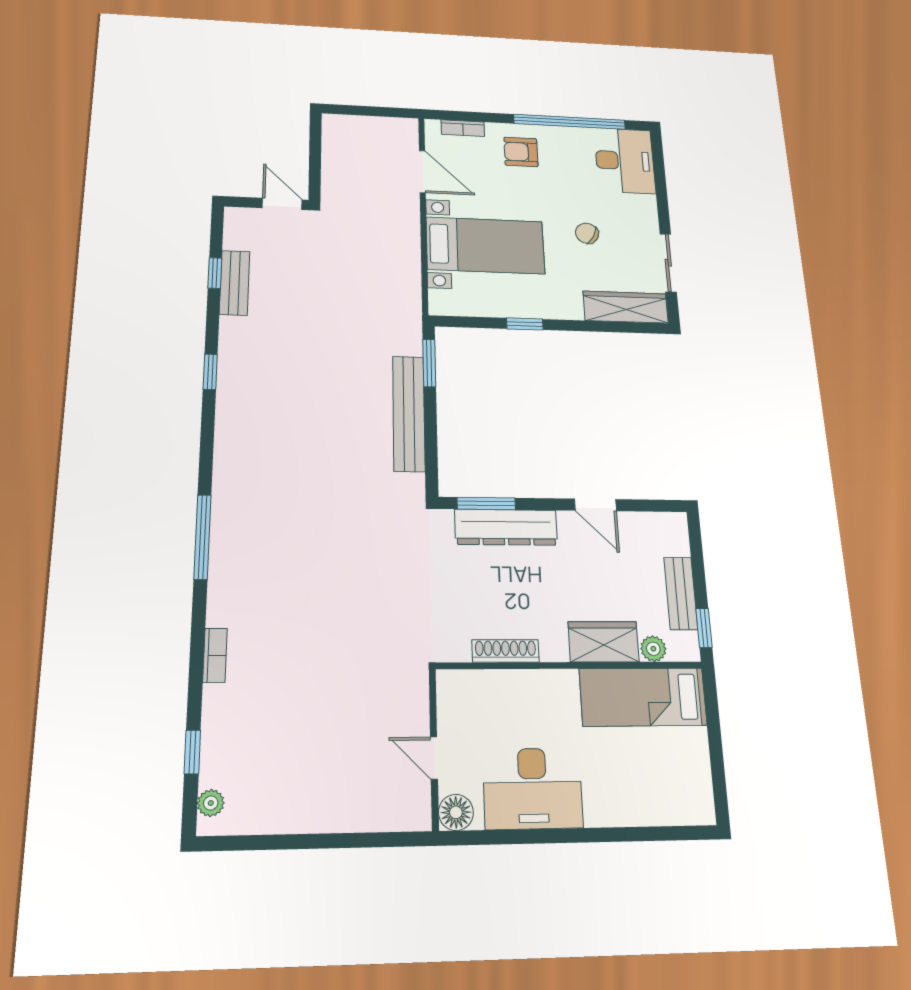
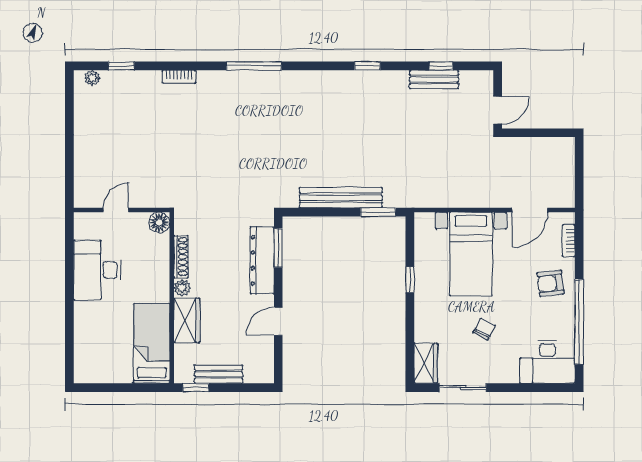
armchair: (521, 152) -> (551, 283), turned -96
wardrobe: (626, 307) -> (426, 363), width x0.67
plant: (653, 649) -> (182, 288), moved
floor lamp: (456, 812) -> (159, 223), moved

